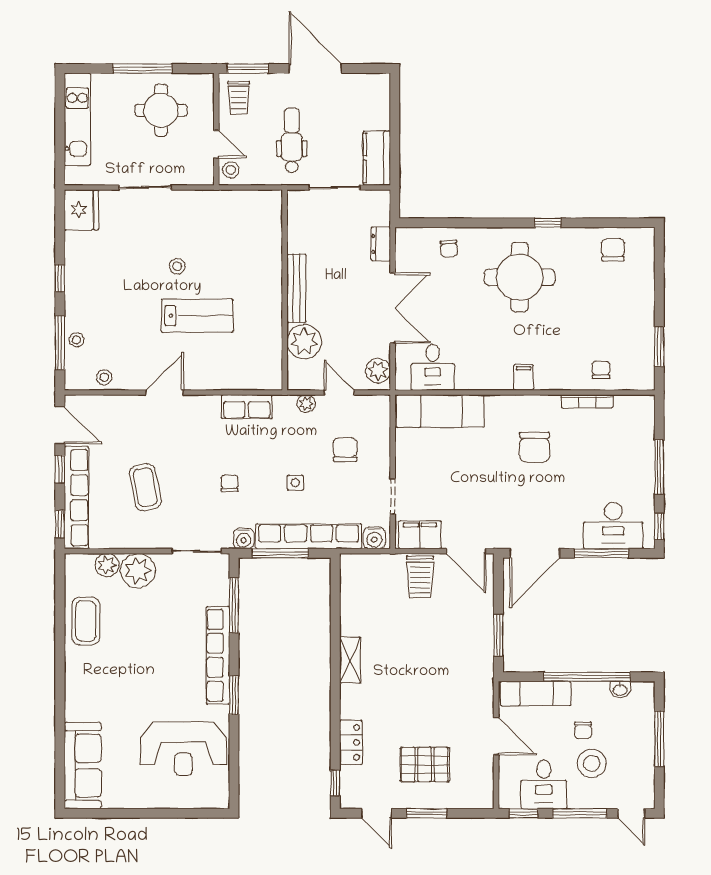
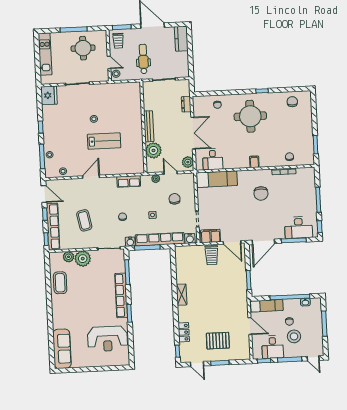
kitchen counter: (377, 158) -> (181, 39), moved

